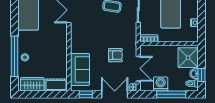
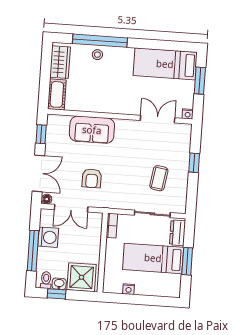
sofa: (80, 70) -> (92, 130), moved

